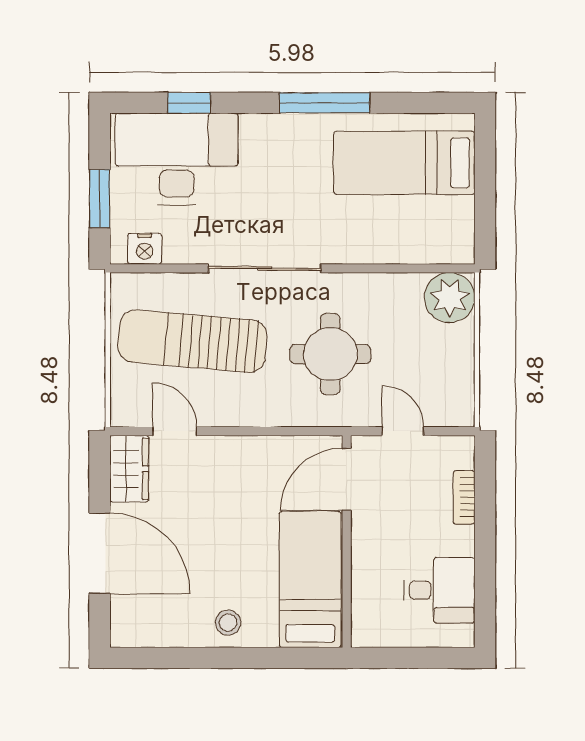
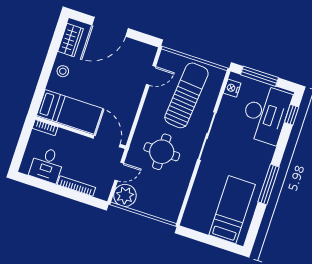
window: (189, 103) -> (292, 115), moved
window: (100, 199) -> (259, 76), width x1.44
plant: (450, 298) -> (125, 195), moved
wardrobe: (129, 469) -> (70, 40), moved, turned -90
bookcase: (464, 497) -> (76, 186), width x1.56
bookcase: (361, 621) -> (45, 128), added

